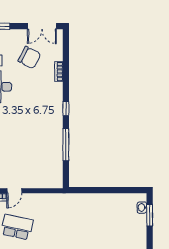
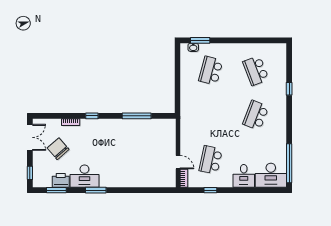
chair: (29, 57) -> (58, 149), turned -68
window: (66, 108) -> (92, 116), moved
school desk: (116, 227) -> (211, 71), added

